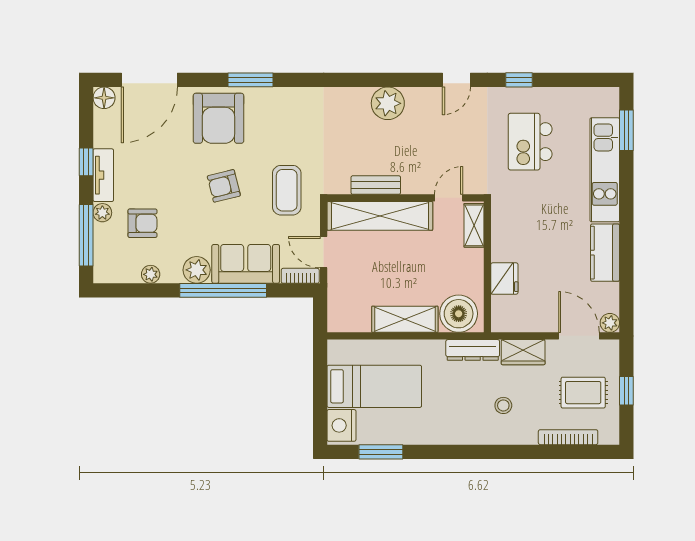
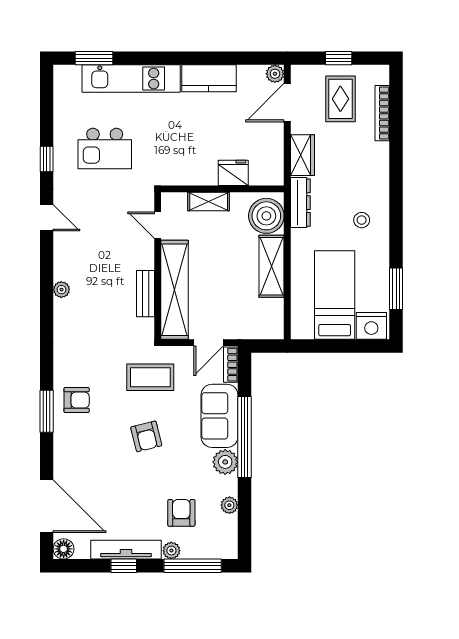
plant: (388, 103) -> (61, 290), width x0.53, depth x0.53
armchair: (218, 118) -> (77, 400), moved, width x0.53, depth x0.53
tv unit: (103, 175) -> (126, 550), width x1.41
shelving: (474, 225) -> (209, 201), moved
stool: (503, 405) -> (362, 220), moved

